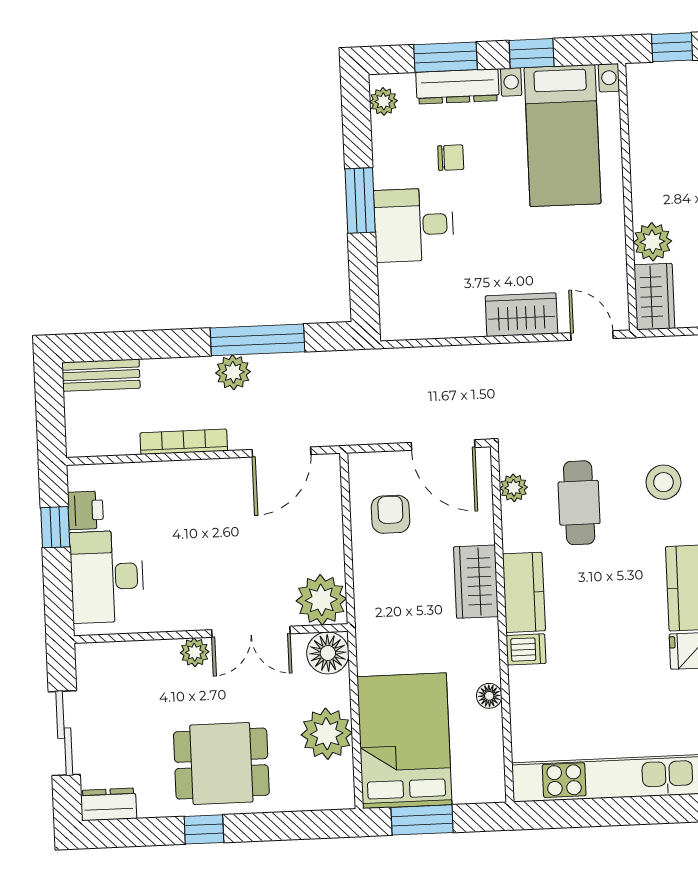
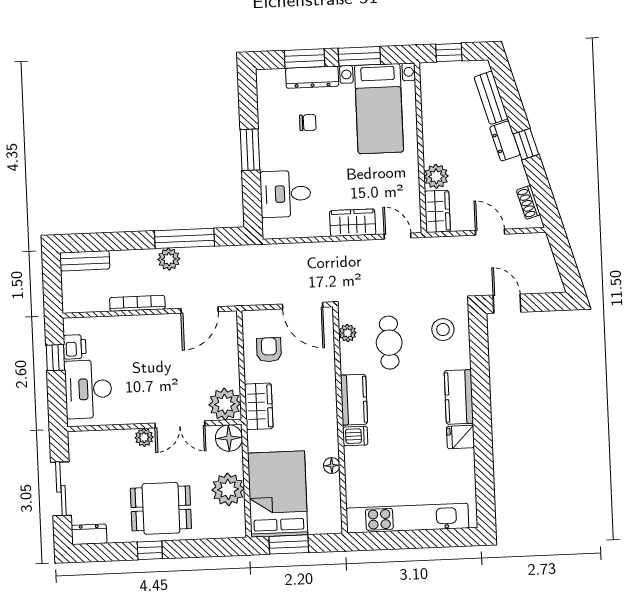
window: (532, 53) -> (359, 56), width x1.50
plant: (384, 101) -> (265, 87), removed
desk: (414, 225) -> (285, 194), moved
wardrobe: (476, 582) -> (259, 406), moved, turned 180

